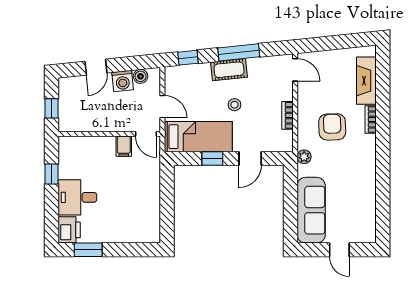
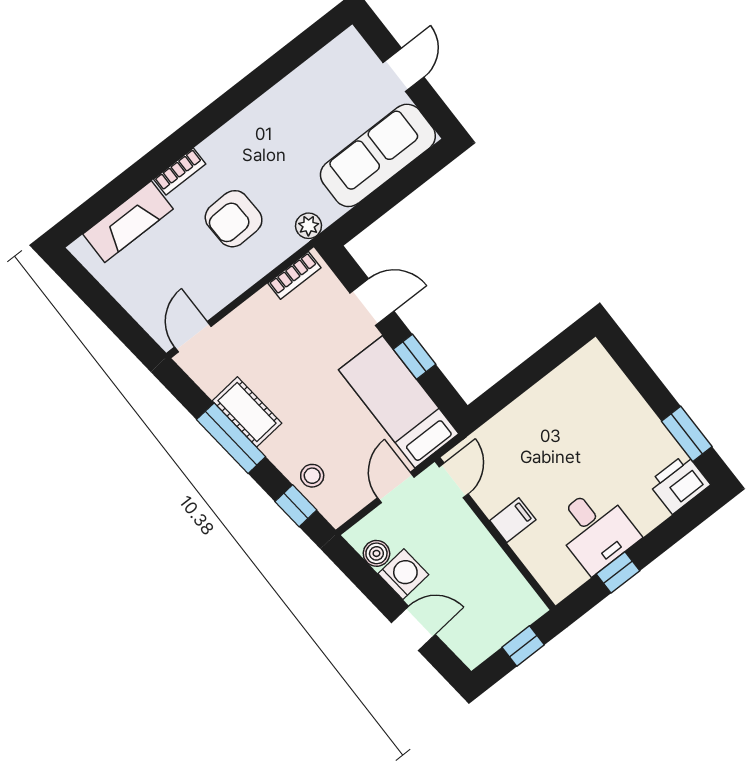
cot: (229, 70) -> (247, 412), moved
stool: (235, 105) -> (312, 476), moved
bookcase: (288, 115) -> (294, 275), moved
filing cabinet: (124, 146) -> (513, 520), moved
desk: (77, 197) -> (595, 530), moved

